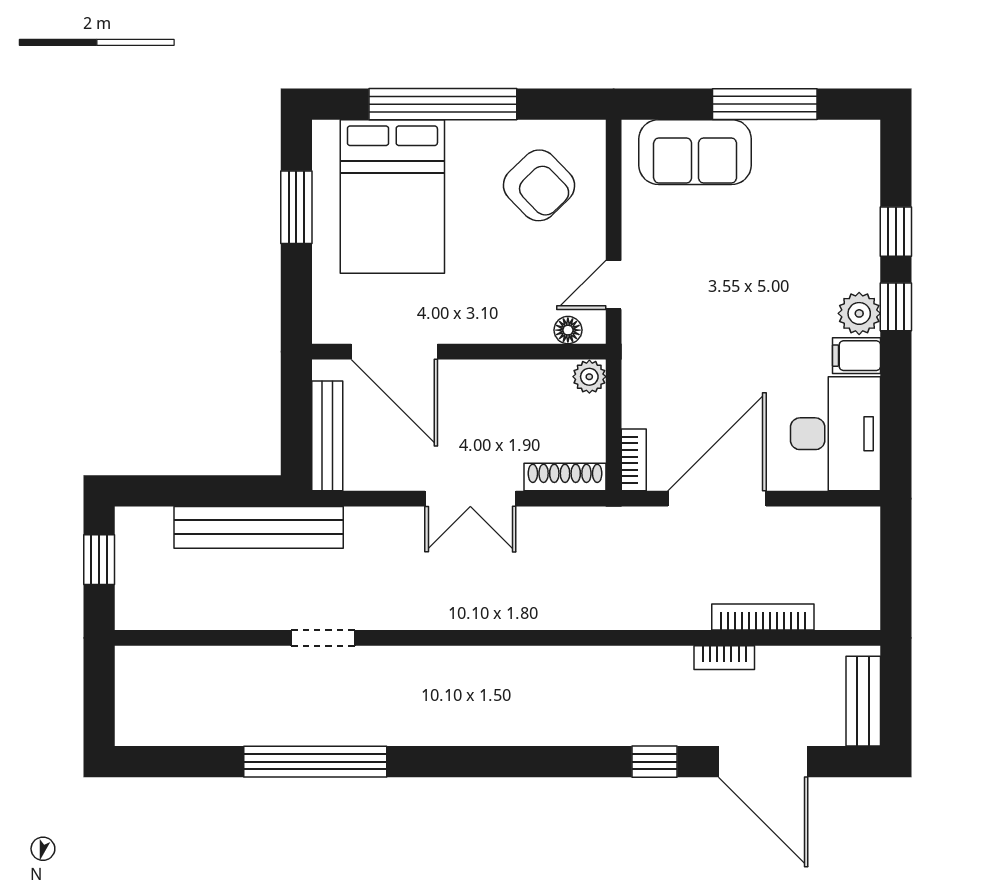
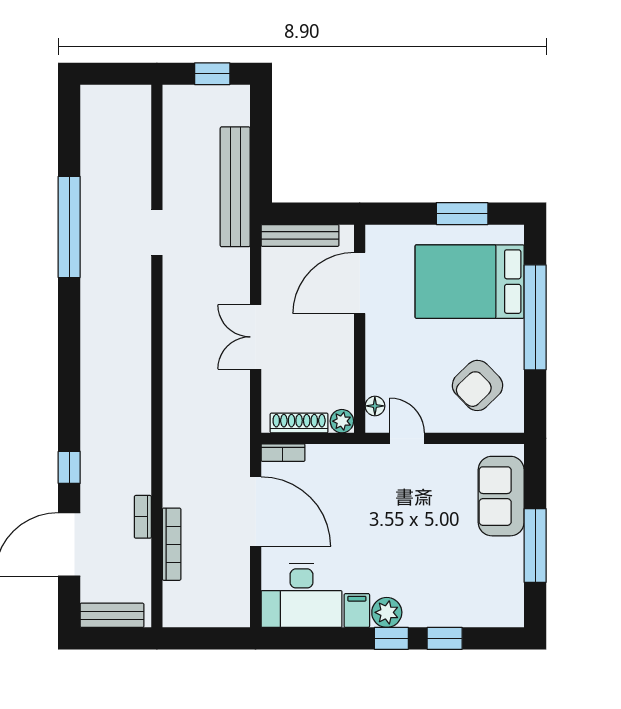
shoe rack: (565, 477) -> (299, 423), moved, turned -90

